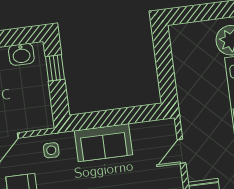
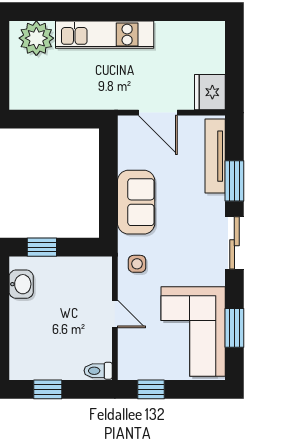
door: (181, 151) -> (158, 113), width x1.38

